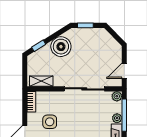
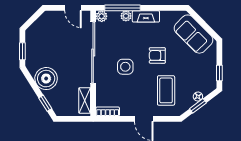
sliding door: (84, 89) -> (93, 53), width x1.36
side table: (50, 122) -> (125, 67), moved

